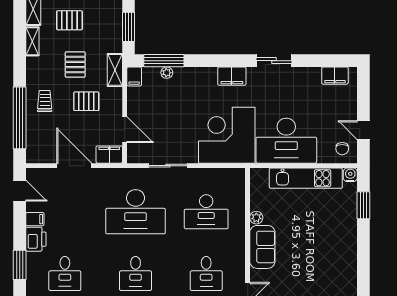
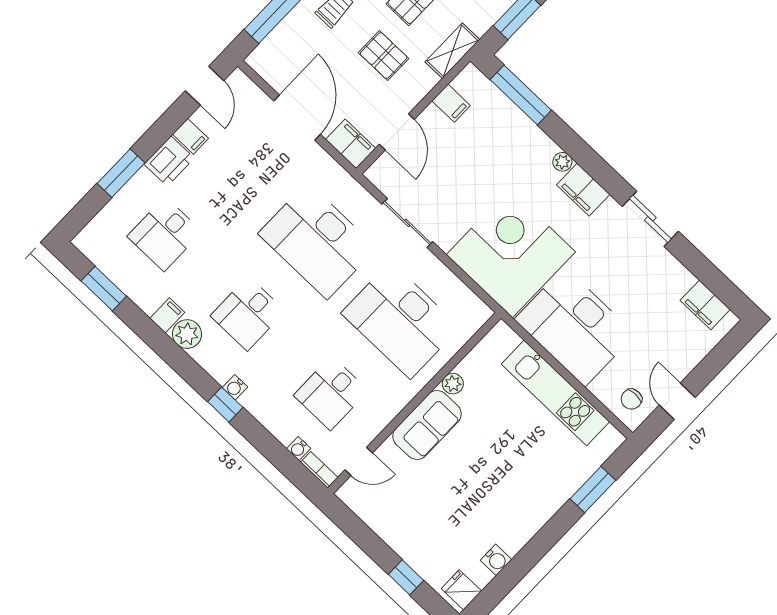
plant: (167, 73) -> (562, 162), moved
filing cabinet: (134, 76) -> (451, 103), moved, turned -90
water cooler: (350, 175) -> (496, 560), moved, turned 90
desk: (206, 212) -> (400, 320), width x1.36, depth x1.30

